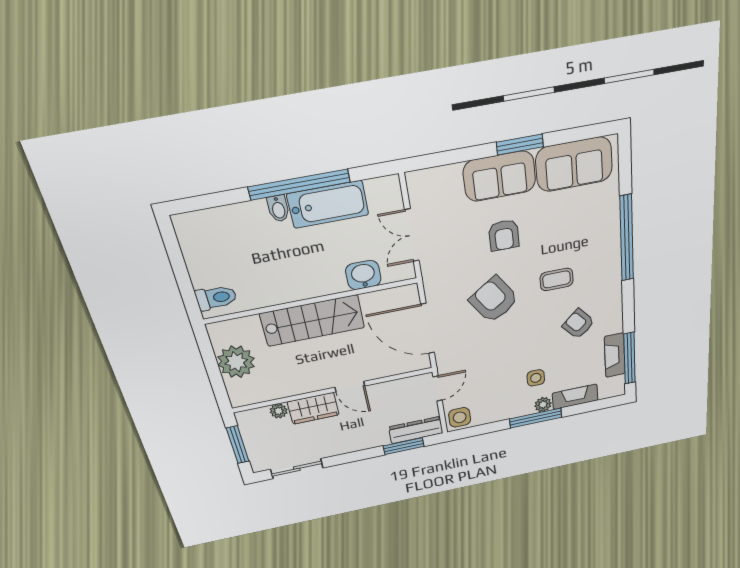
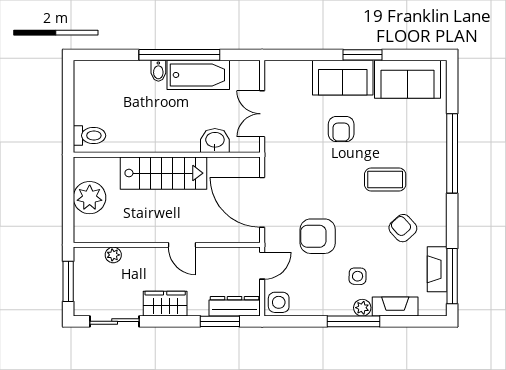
coffee table: (557, 279) -> (385, 179), width x1.36, depth x1.30
armchair: (494, 300) -> (318, 236), moved, turned -56
wardrobe: (313, 408) -> (165, 304), moved, turned 180

